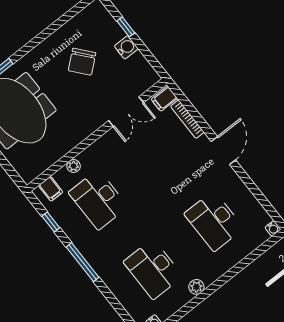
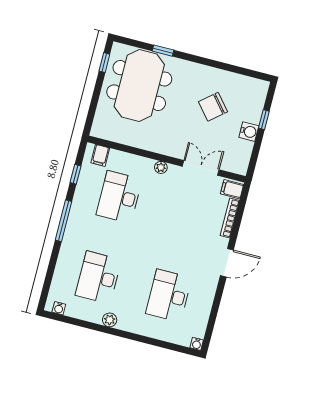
double door: (126, 112) -> (201, 168), swing flipped
plant: (74, 166) -> (161, 167), moved

